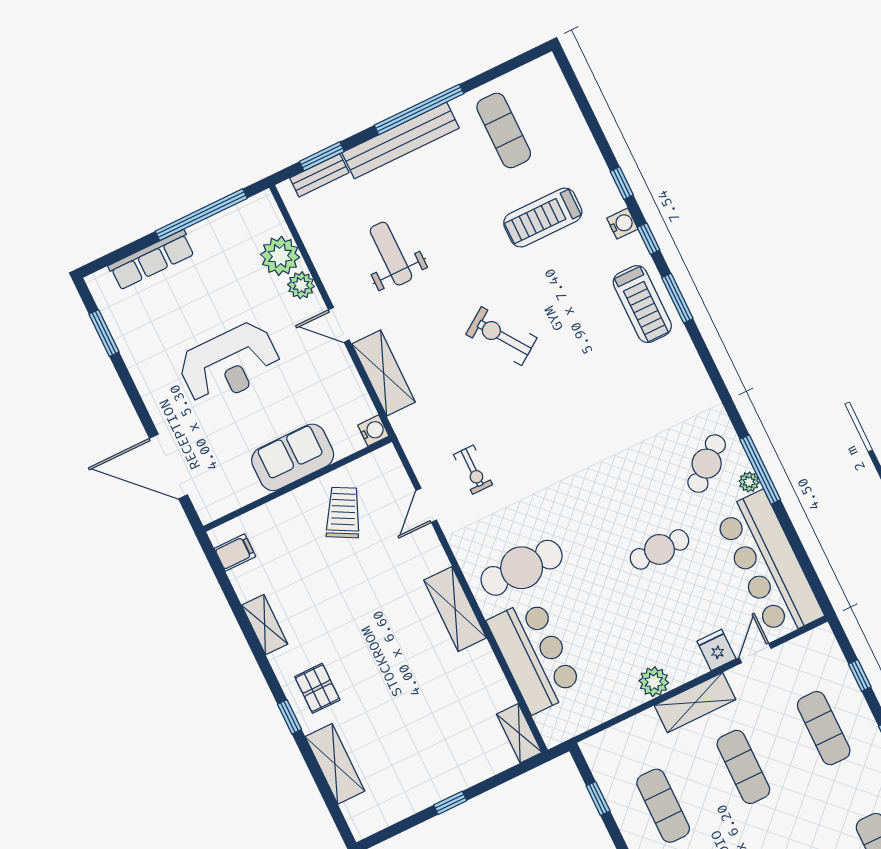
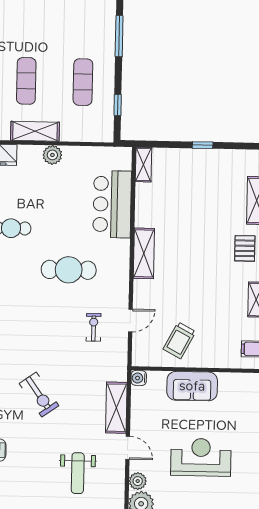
cafe table: (522, 568) -> (69, 270), moved

